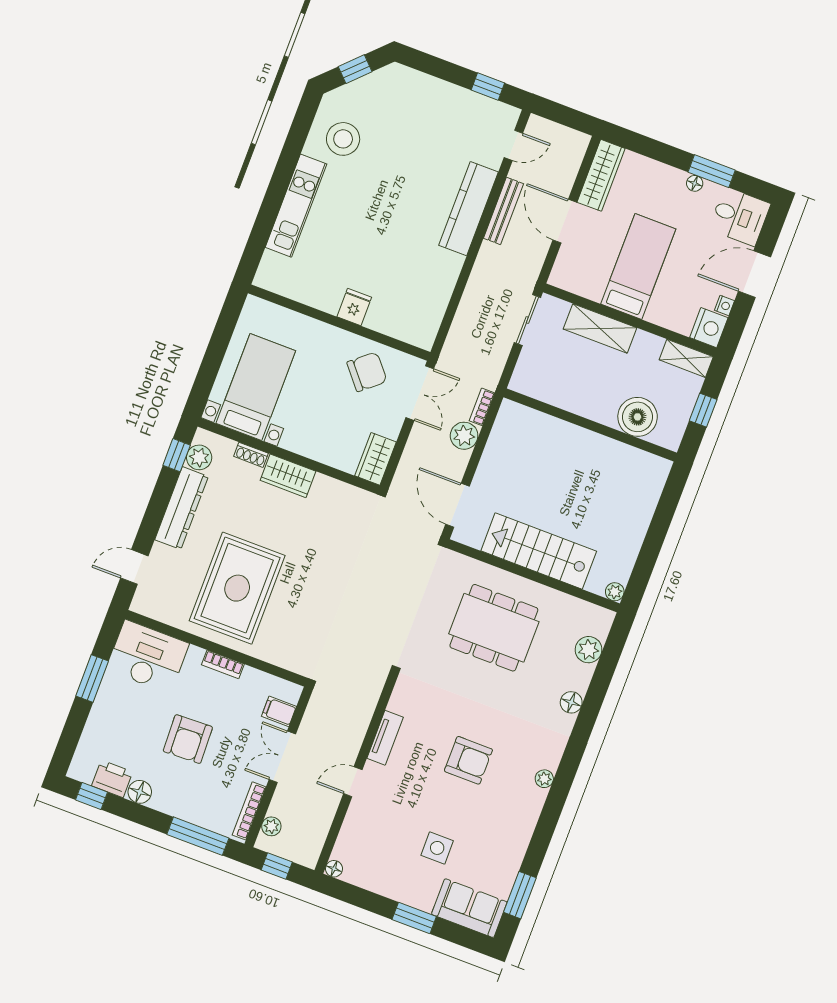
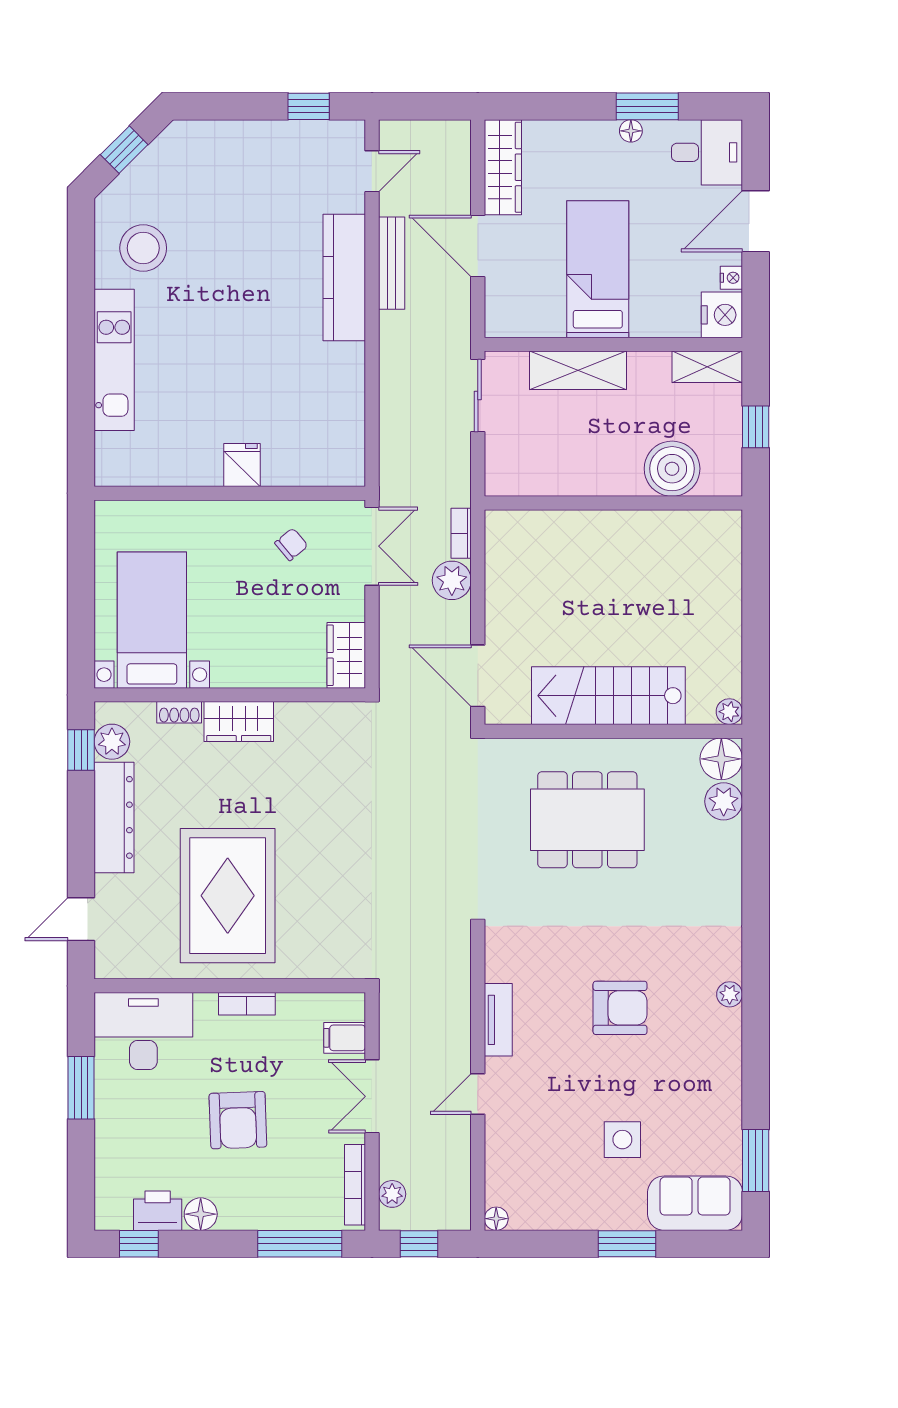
chair: (367, 372) -> (291, 544), width x0.54, depth x0.54
floor lamp: (571, 702) -> (721, 759), moved, width x1.38, depth x1.38

